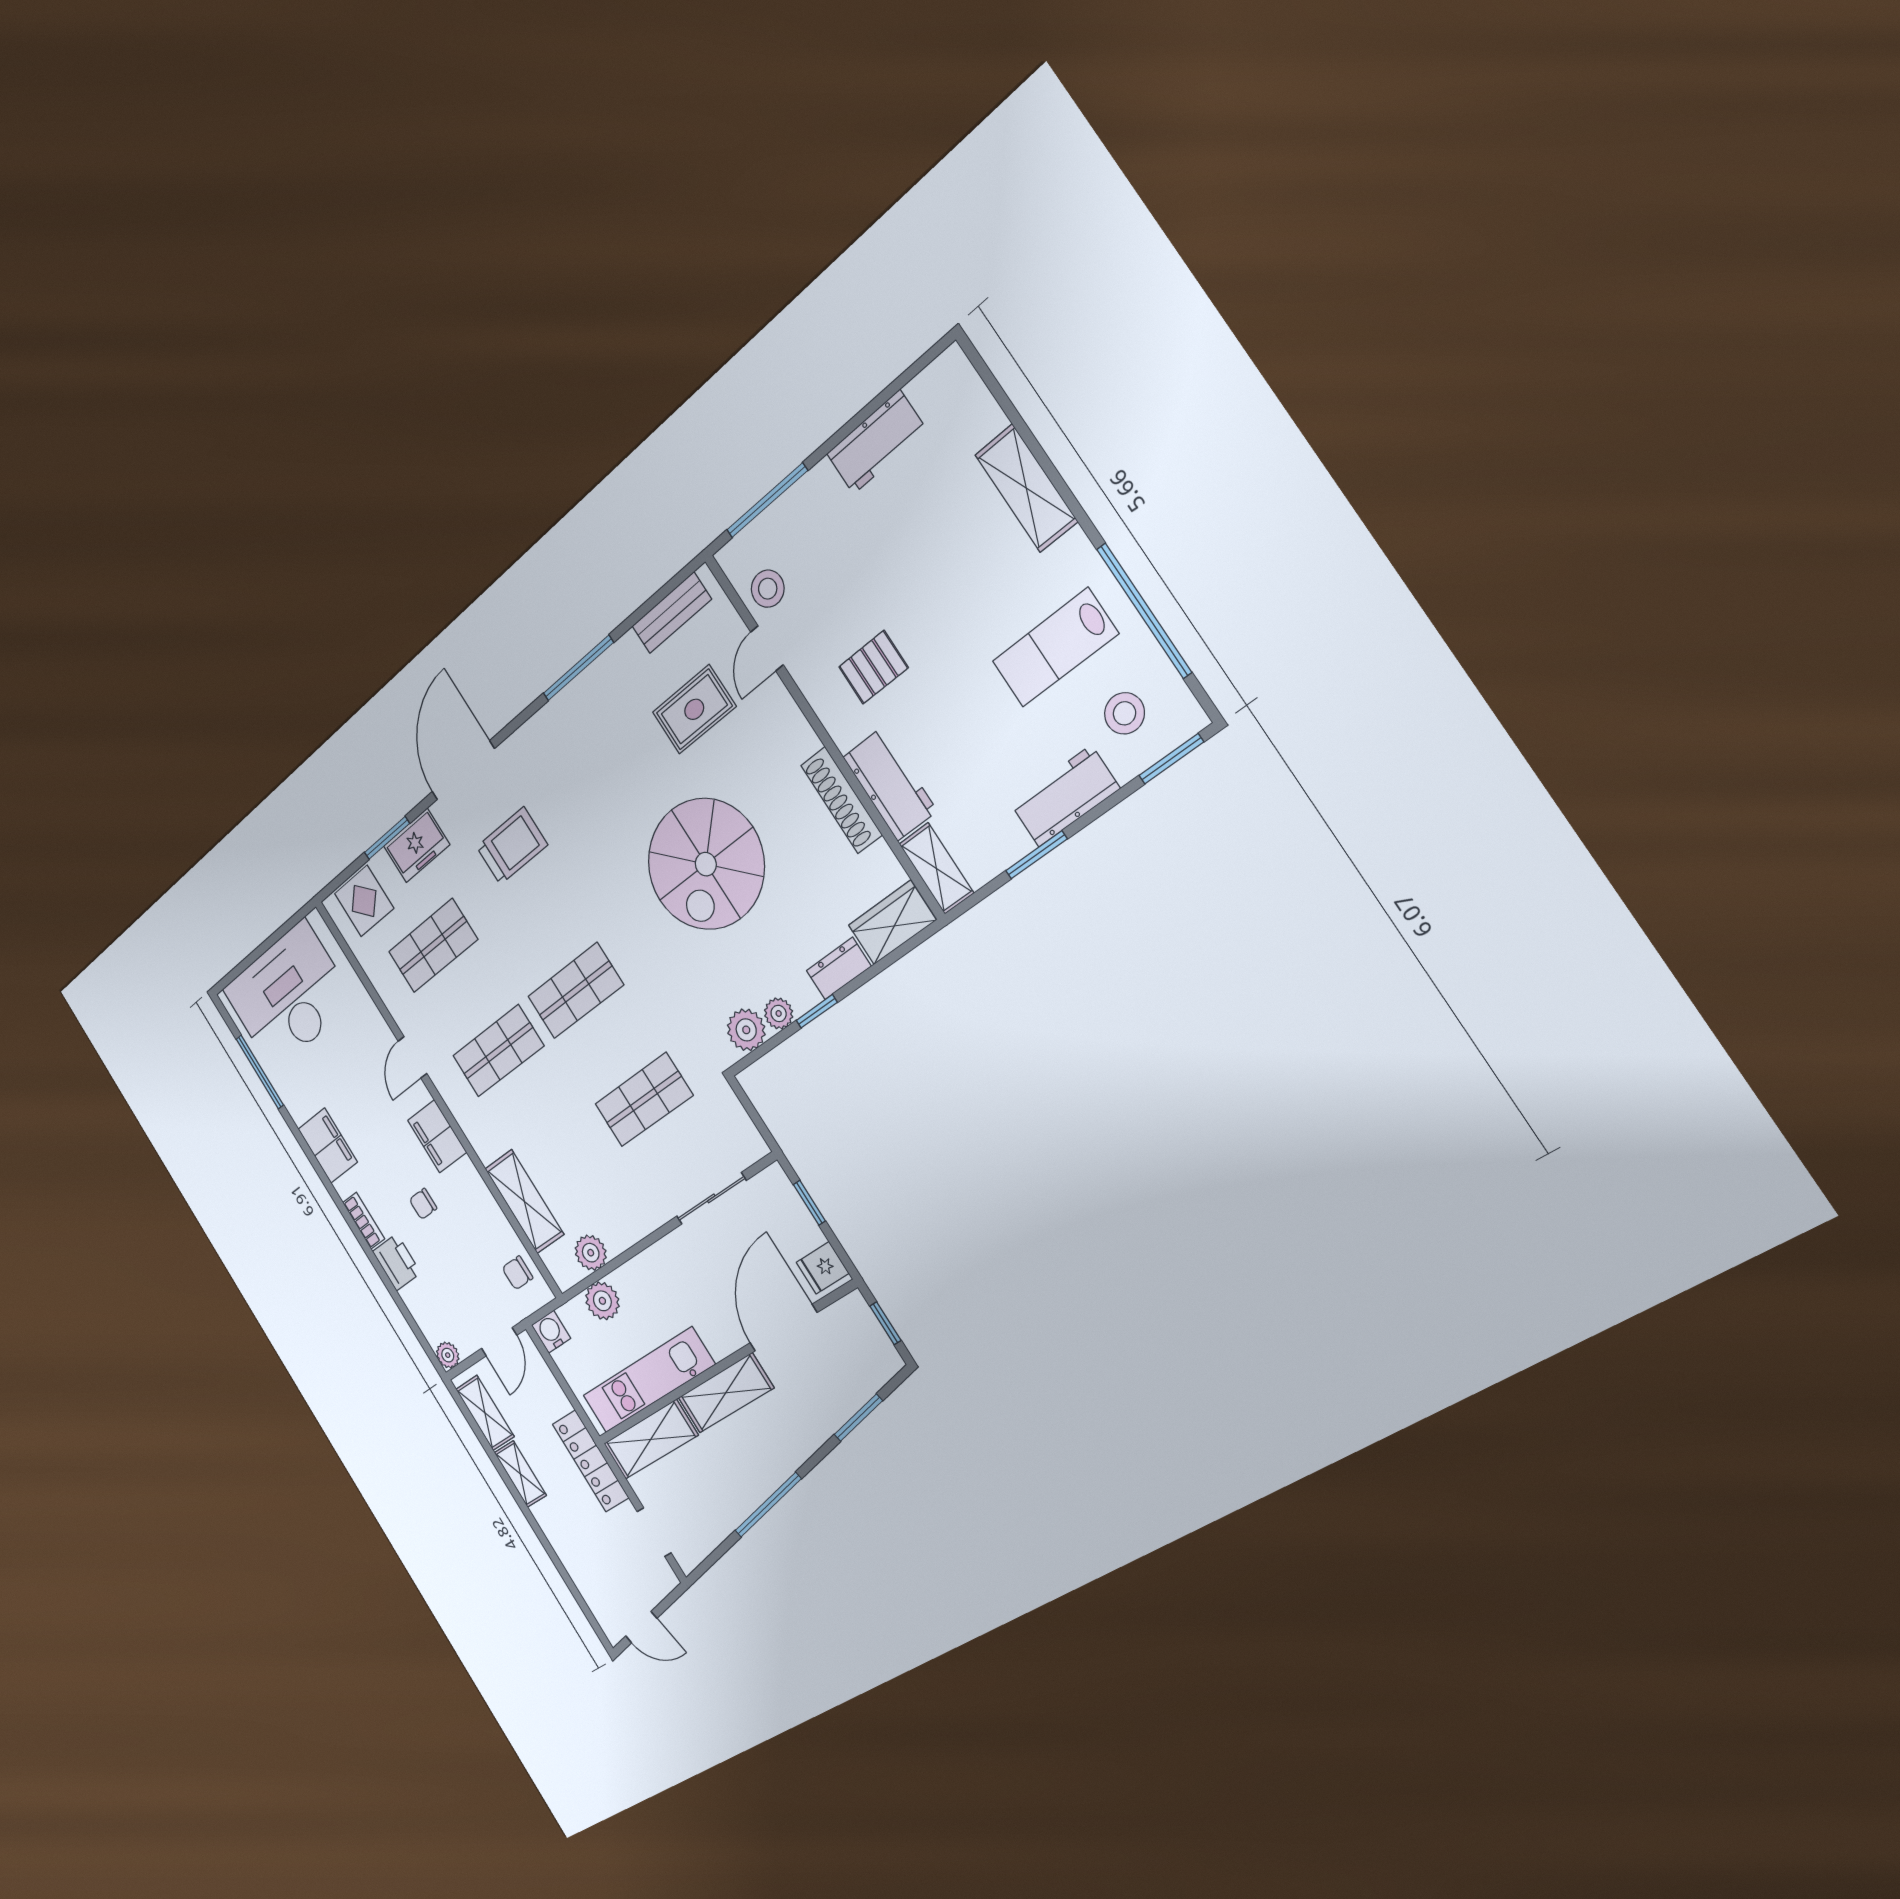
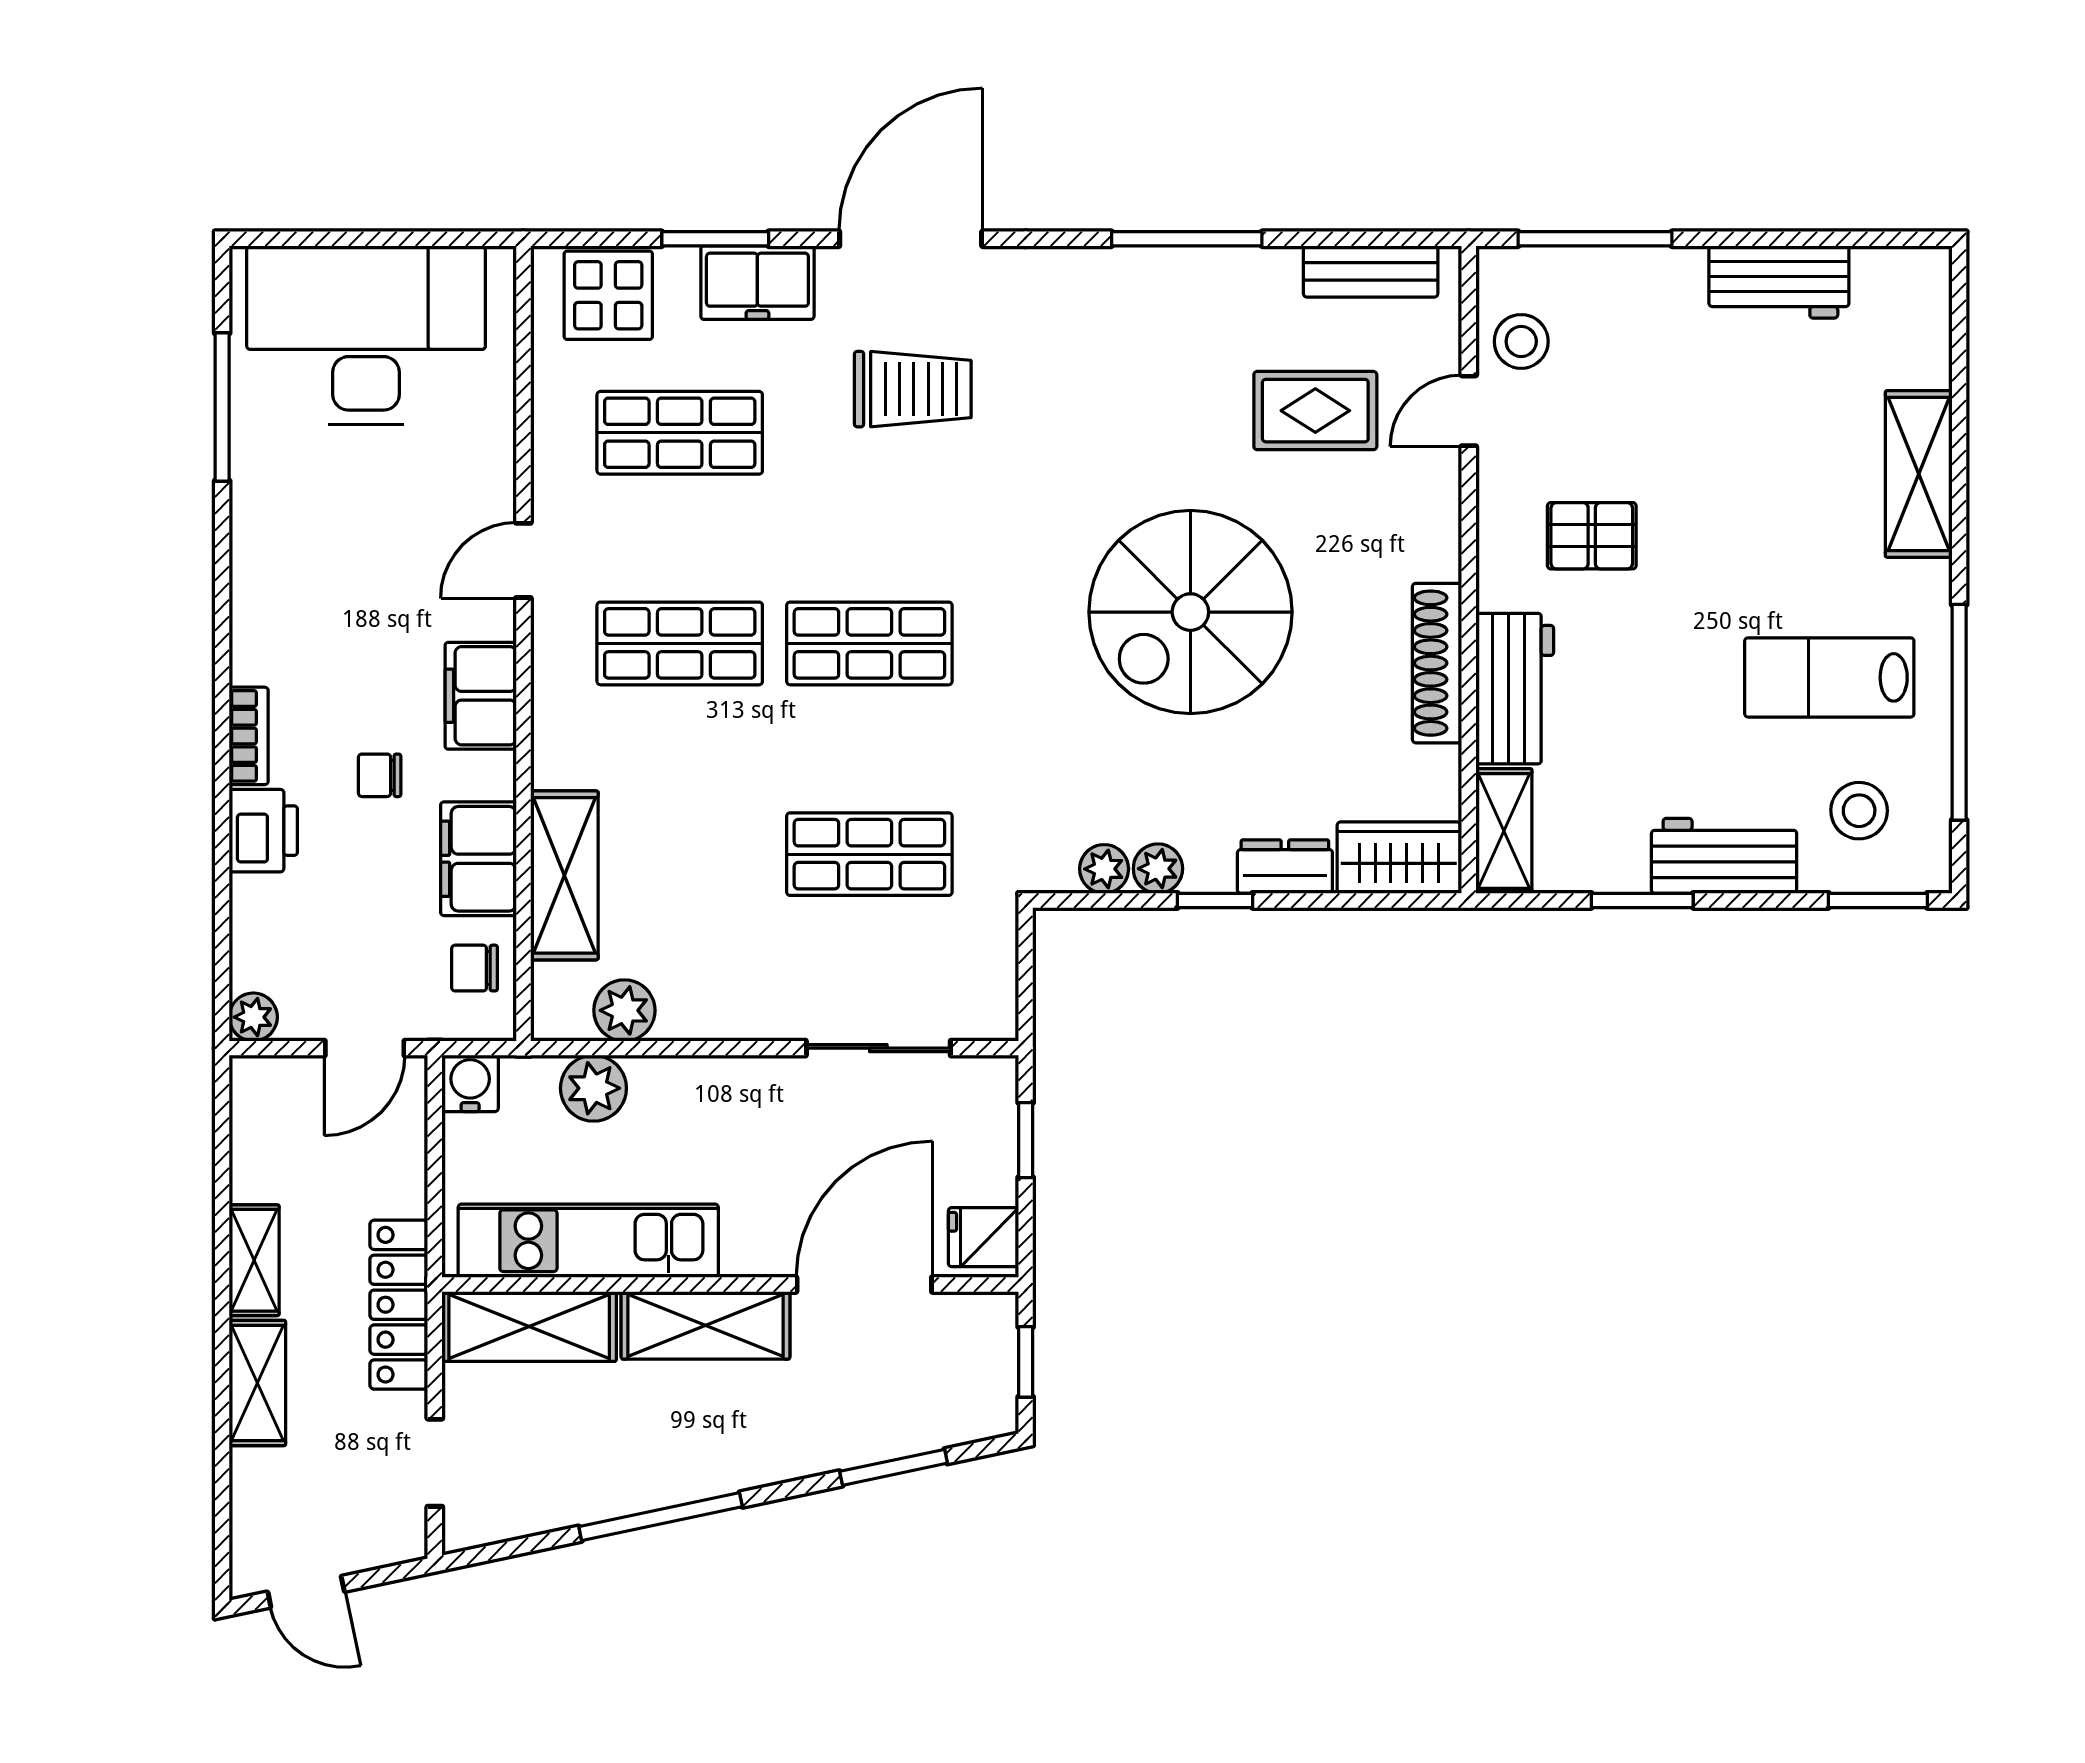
plant: (746, 1030) -> (1104, 869), width x0.73, depth x0.73
filing cabinet: (328, 1145) -> (478, 859), moved, turned 180
shelving: (485, 1413) -> (257, 1383), moved

